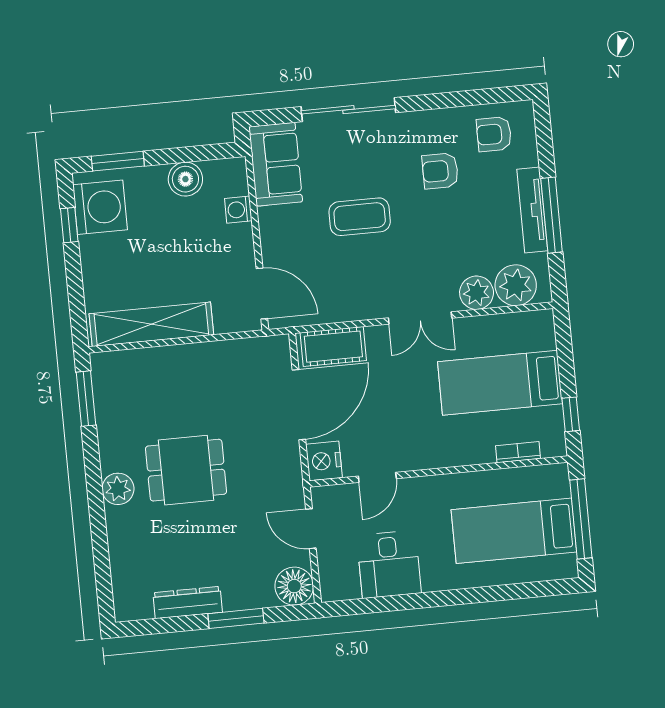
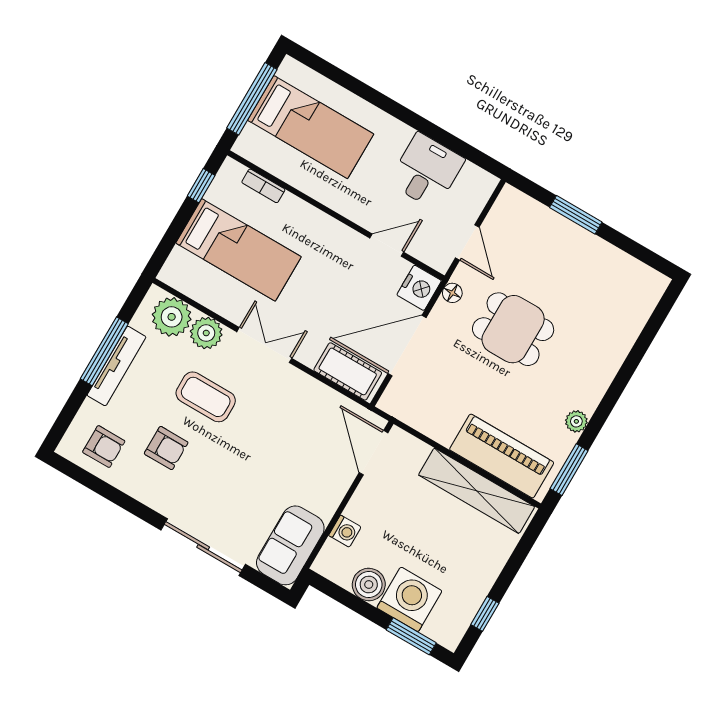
washing machine: (100, 207) -> (409, 599), moved, turned 90
coffee table: (360, 217) -> (206, 397), moved
piano: (151, 369) -> (502, 456), added
dining table: (186, 470) -> (513, 329), moved
plant: (118, 489) -> (576, 421), moved, width x0.73, depth x0.73
floor lamp: (294, 586) -> (452, 293), moved, width x0.53, depth x0.53
dresser: (188, 602) -> (604, 254), removed

